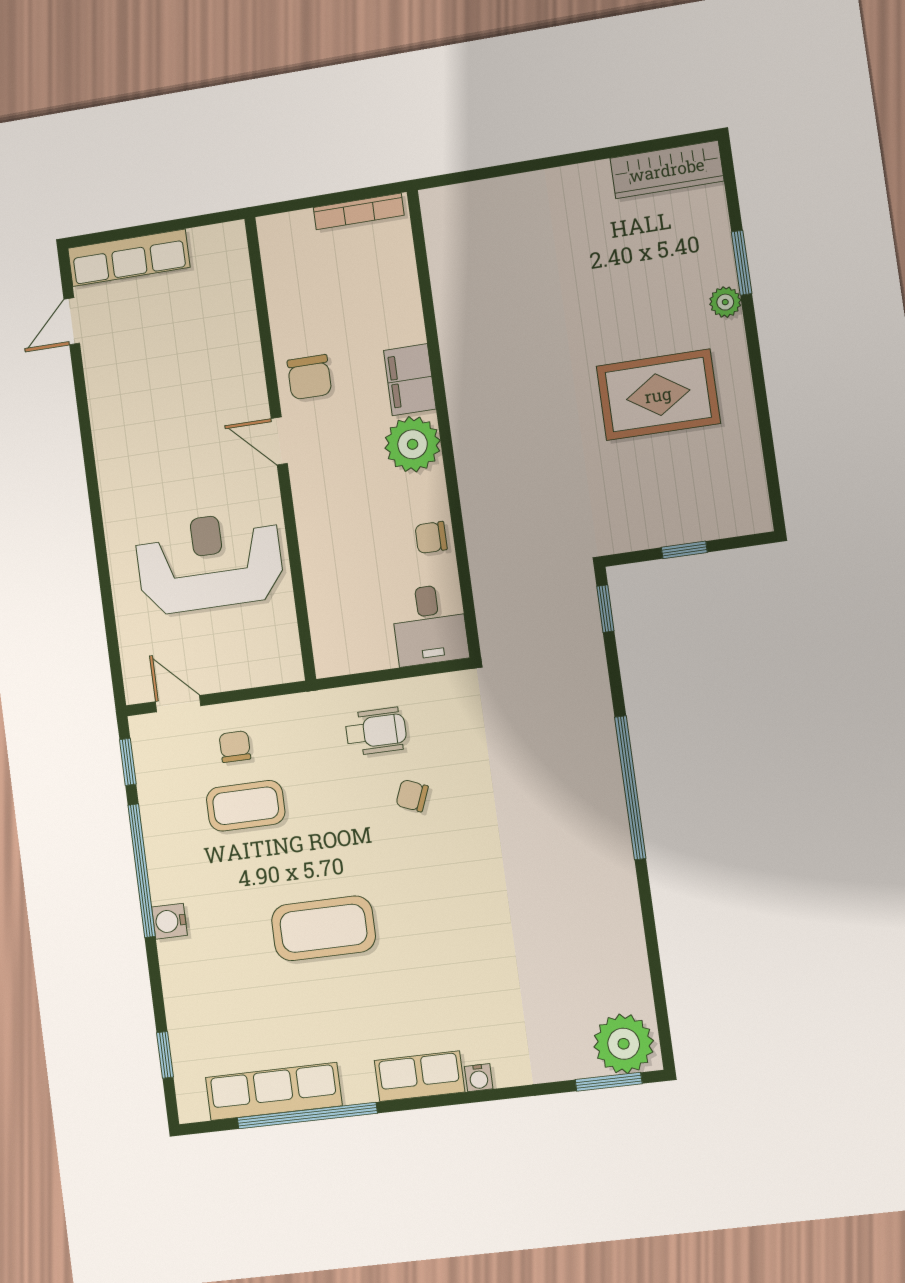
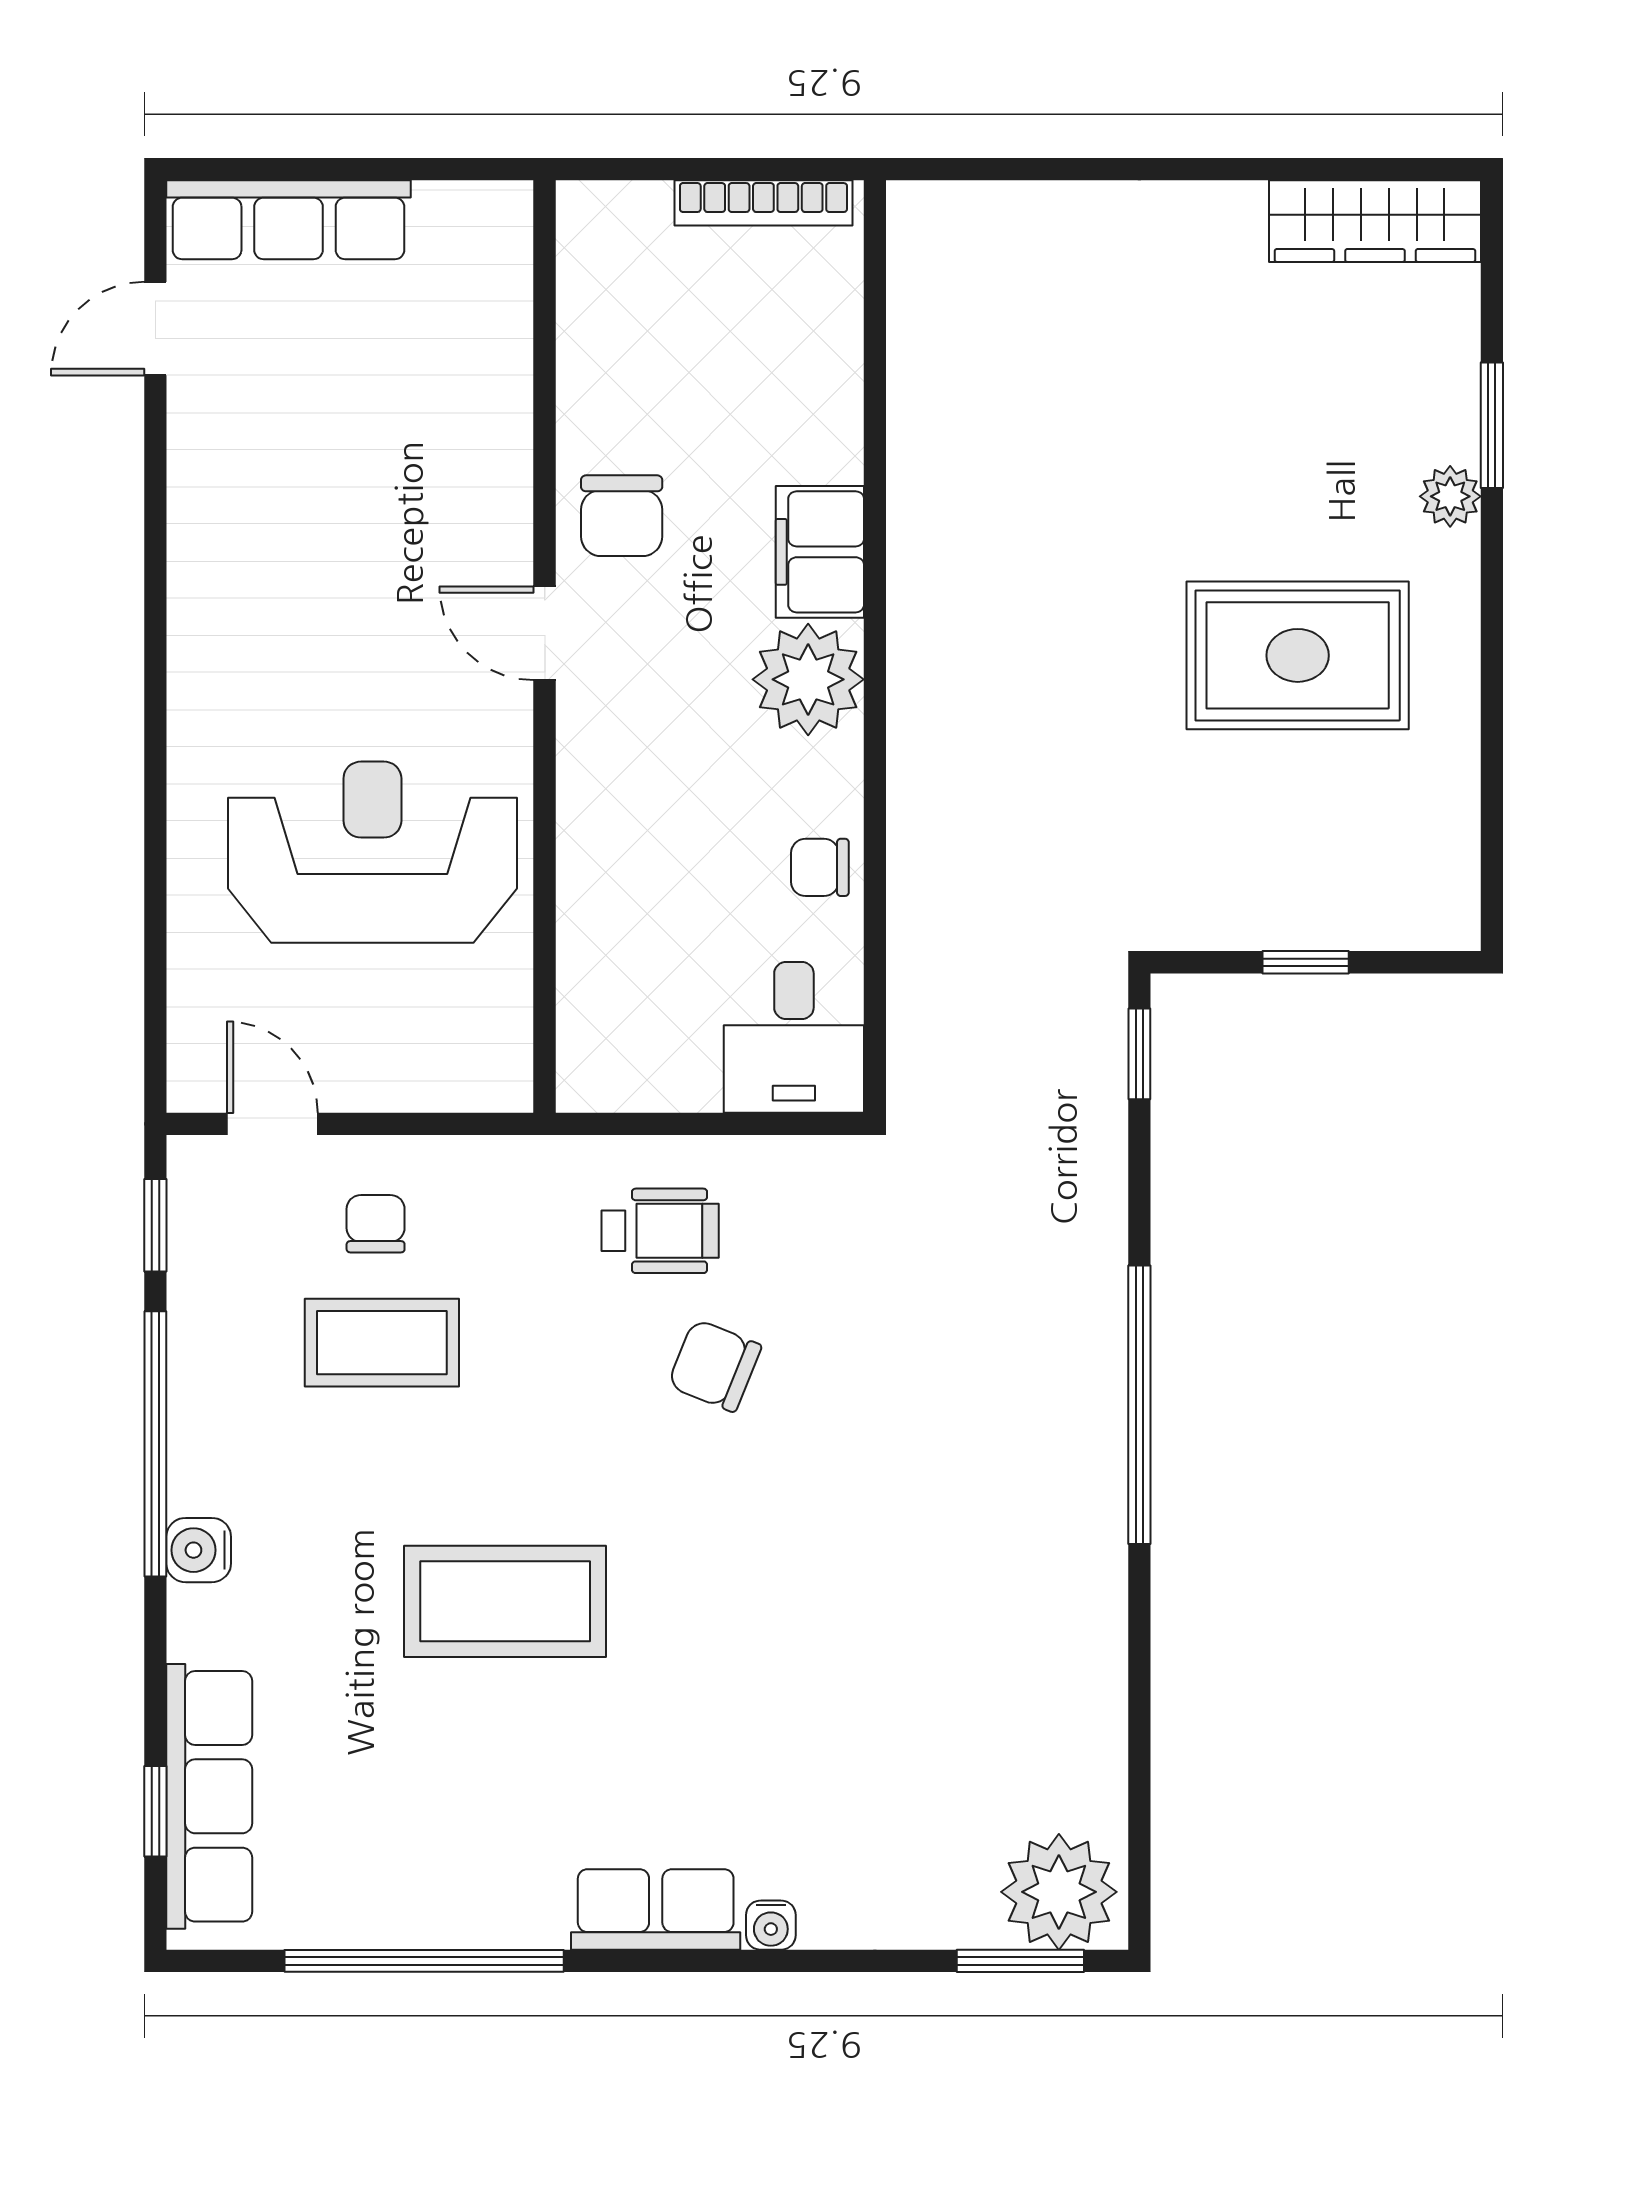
chair: (412, 796) -> (715, 1366), width x1.37, depth x1.37
row of seats: (274, 1092) -> (209, 1796), moved, turned 90

